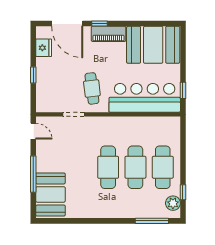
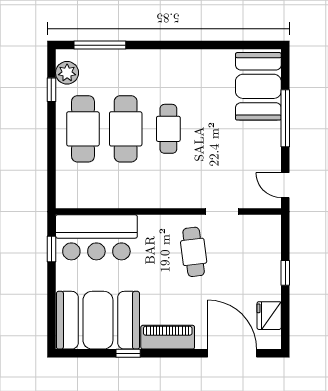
window: (100, 24) -> (128, 353), moved
bar counter: (145, 98) -> (96, 237), width x0.73
cafe table: (108, 167) -> (168, 129), width x0.73, depth x0.74

